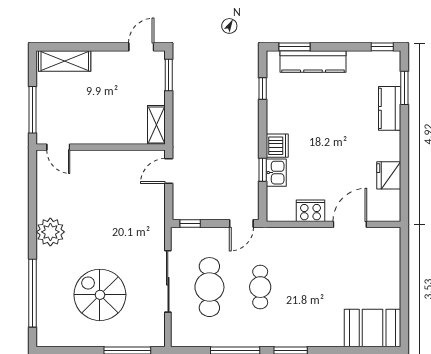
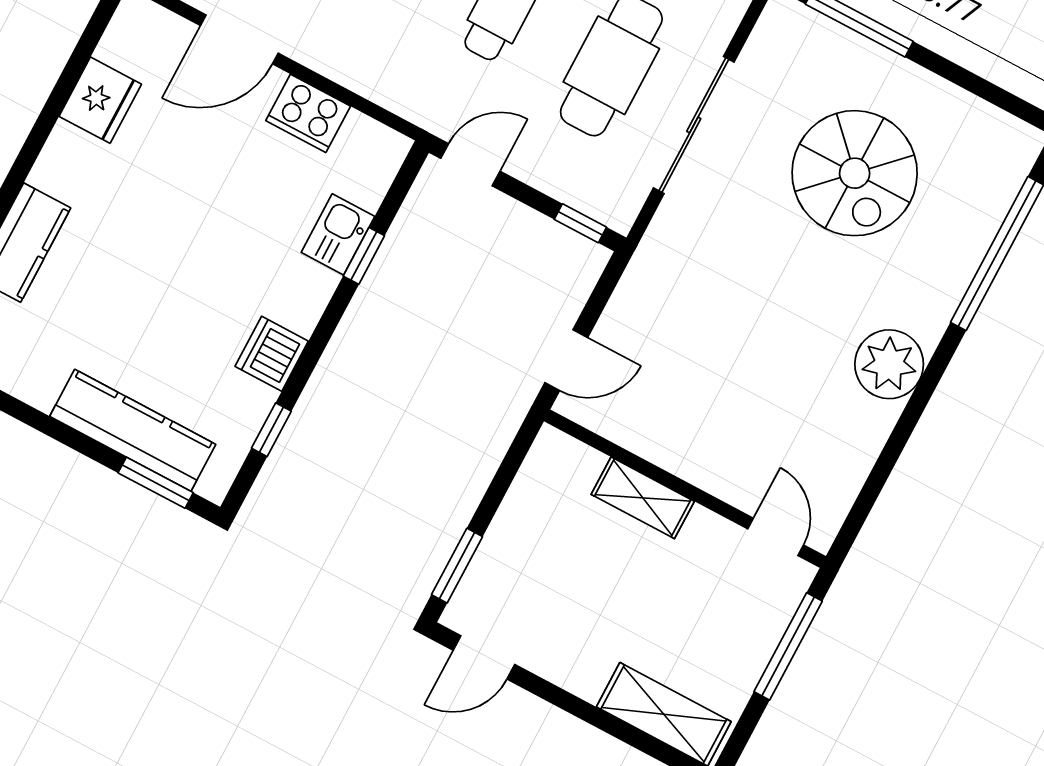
shelving: (156, 125) -> (643, 498), moved, turned 90
dishwasher: (277, 146) -> (272, 354), moved

